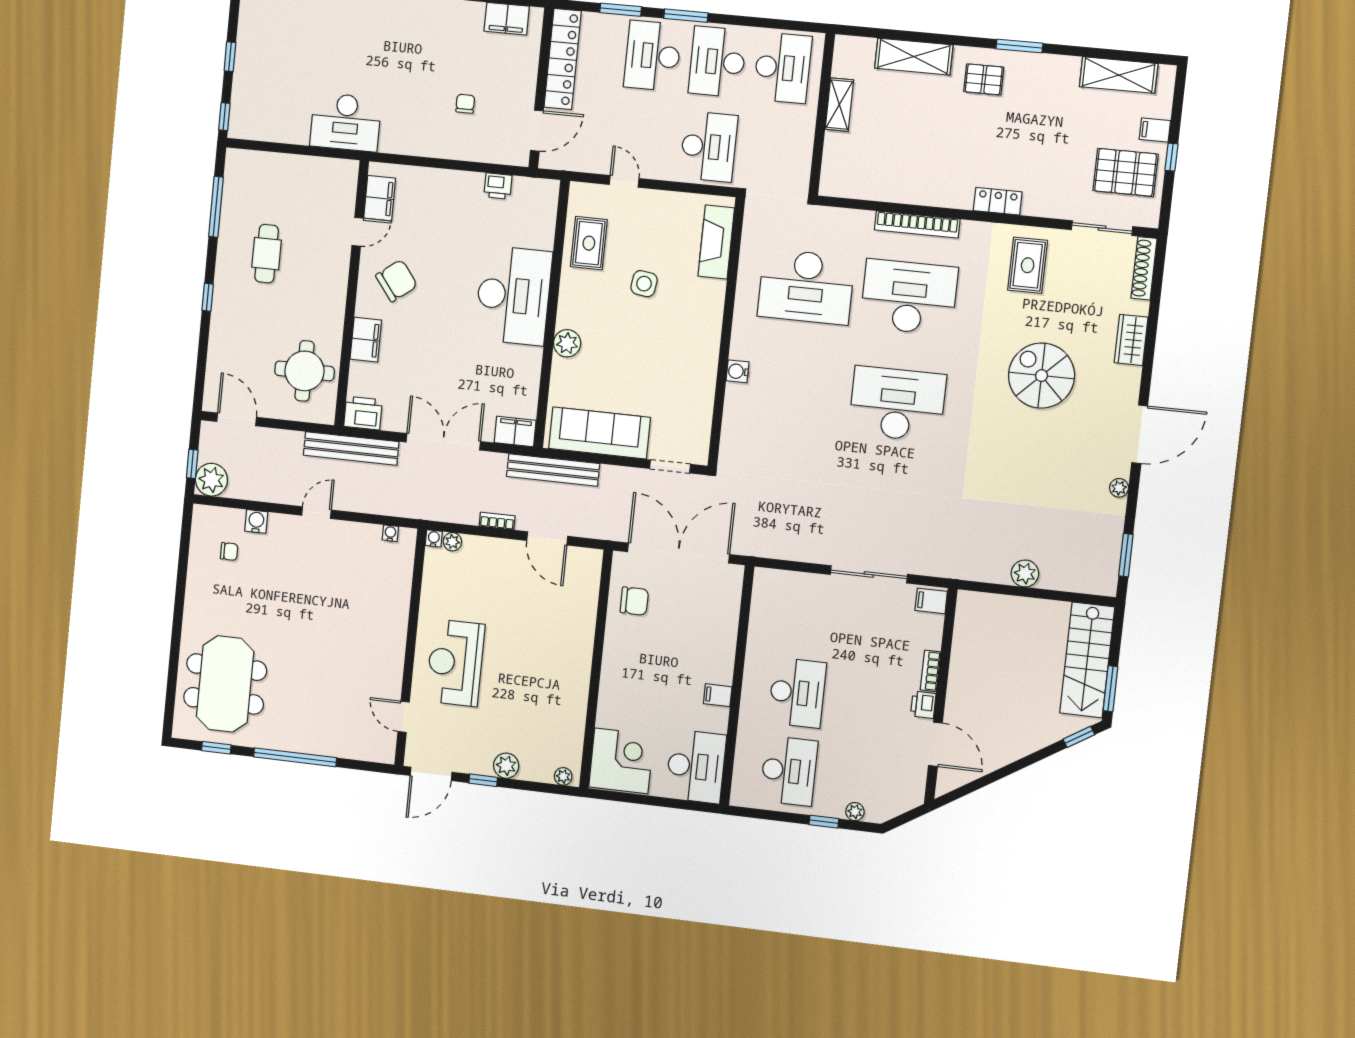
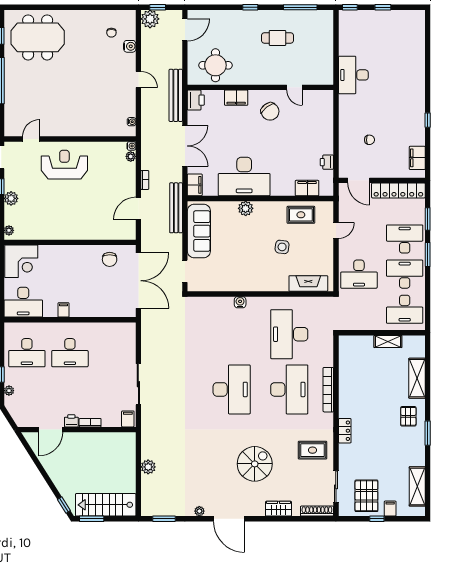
filing cabinet: (380, 198) -> (307, 188), moved, turned 180
desk: (513, 295) -> (244, 177), moved

